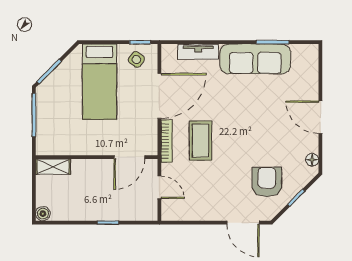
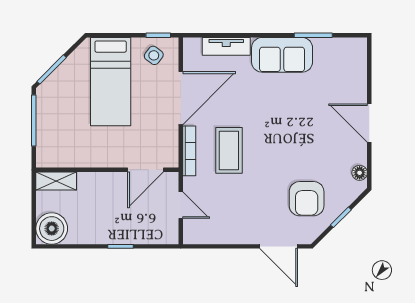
sofa: (255, 59) -> (282, 55), width x0.73
armchair: (267, 182) -> (307, 199), turned 180
boiler: (43, 214) -> (52, 229), width x1.86, depth x1.86

